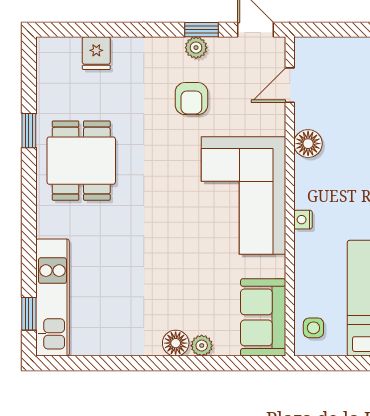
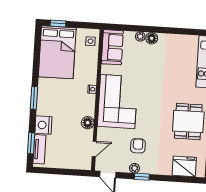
window: (201, 30) -> (142, 177), moved
fridge: (96, 53) -> (184, 166), width x1.88, depth x1.34

